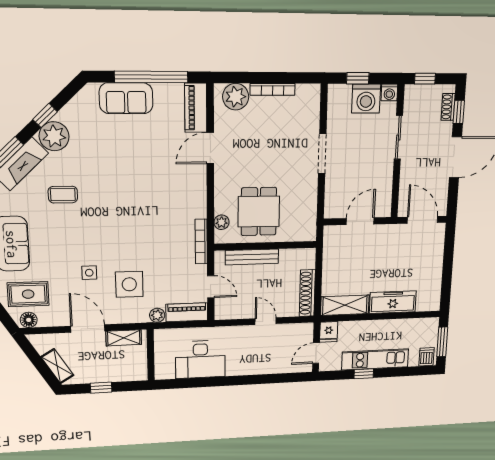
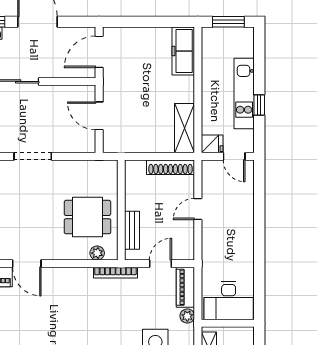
bench: (252, 257) -> (132, 230), width x0.73
freezer: (393, 302) -> (183, 51), moved
dishwasher: (427, 357) -> (244, 38), removed
desk: (200, 359) -> (229, 301), moved, turned 90

